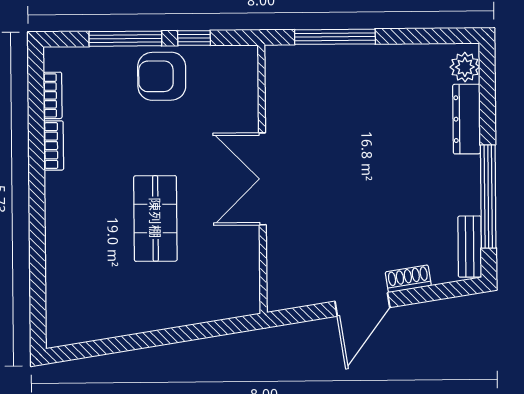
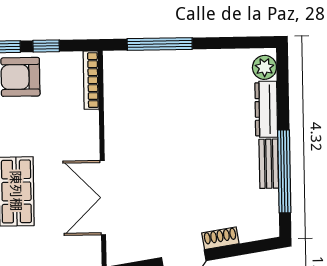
bookcase: (249, 81) -> (91, 80), added
double door: (262, 179) -> (103, 198), moved
bench: (470, 247) -> (269, 164), moved

